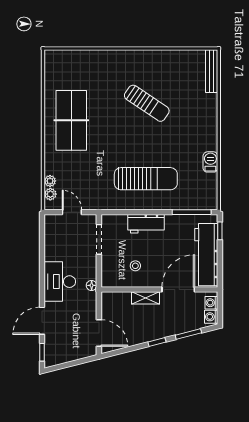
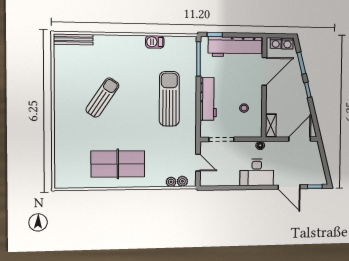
door: (72, 212) -> (198, 163), swing flipped
workbench: (146, 224) -> (208, 99), width x1.38
door: (178, 289) -> (264, 71), swing flipped
shelving: (145, 298) -> (271, 126), moved

